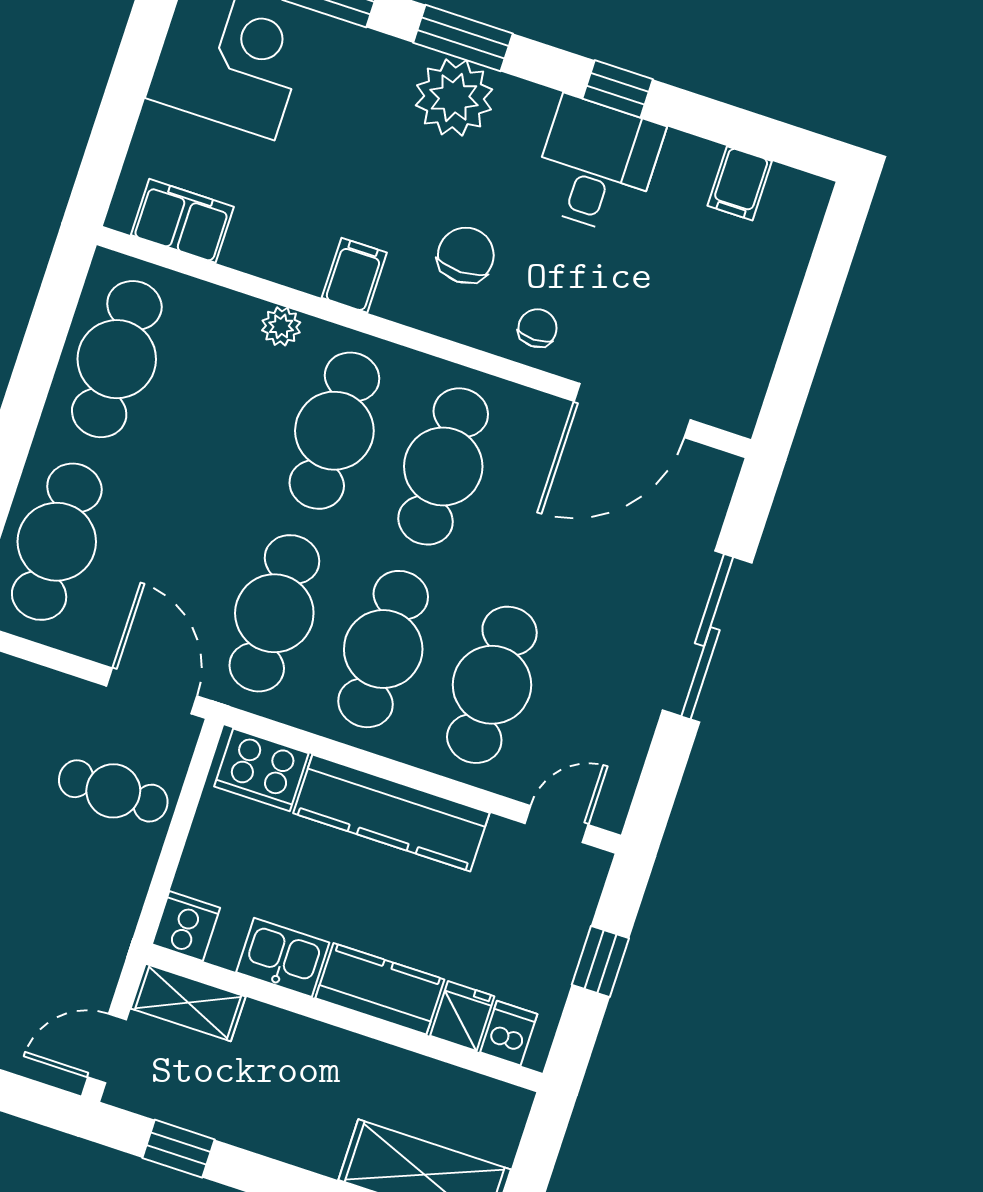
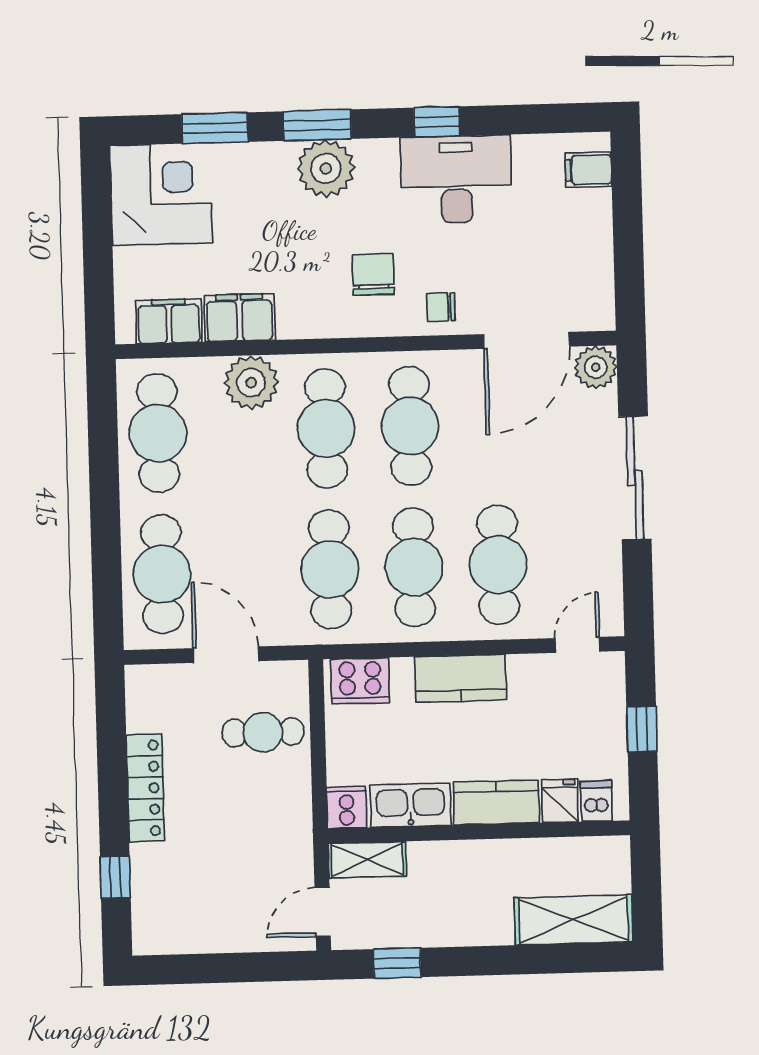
desk: (597, 165) -> (456, 179), width x1.37
filing cabinet: (740, 183) -> (588, 170), moved, turned 90
filing cabinet: (354, 275) -> (239, 318), moved, width x2.00
plant: (281, 326) -> (251, 383), width x1.88, depth x1.88
chair: (537, 328) -> (441, 307), turned -90
plant: (708, 477) -> (596, 367), added
door: (152, 691) -> (226, 655), moved
kitchen counter: (391, 813) -> (461, 678), width x0.67
kitchen sink: (283, 957) -> (411, 805), width x1.38

